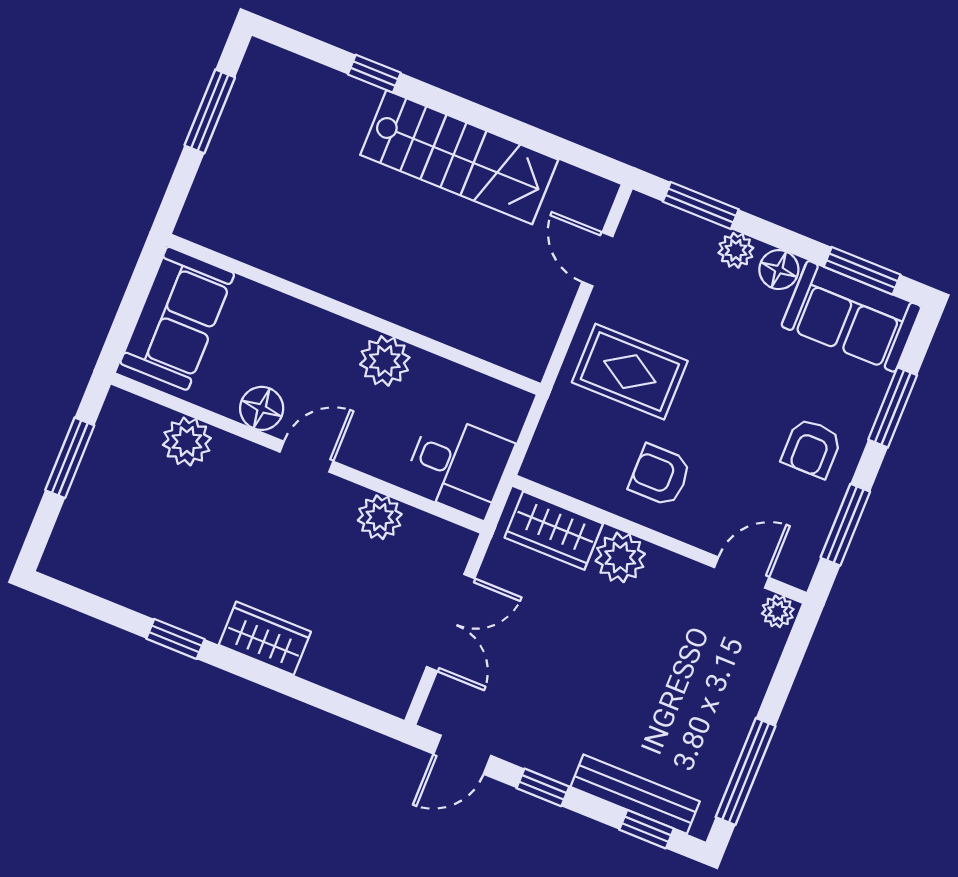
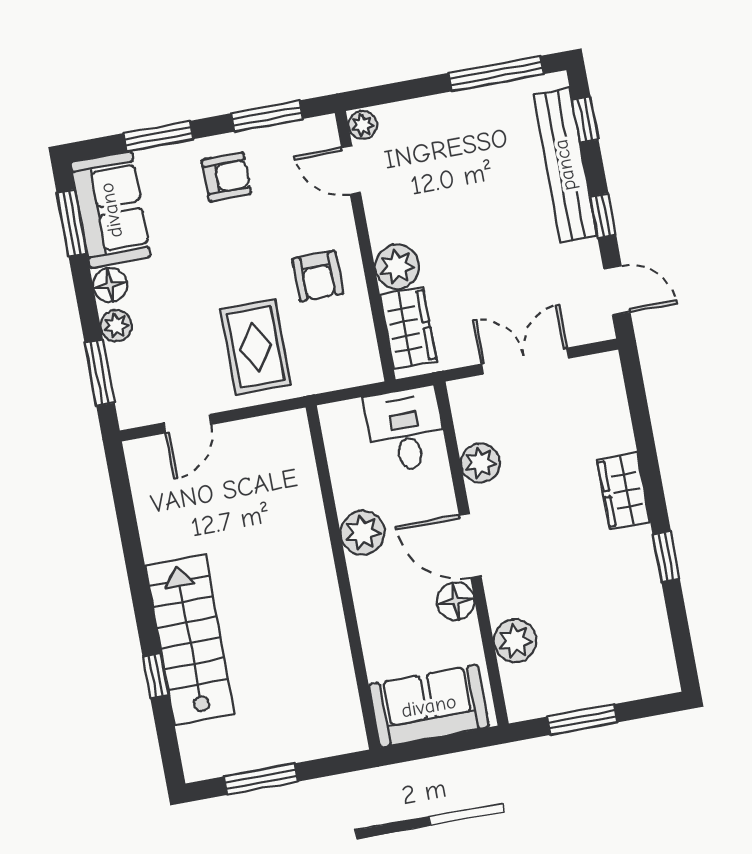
stairs: (459, 157) -> (190, 640), moved
door: (307, 457) -> (470, 545), width x1.38
bench: (635, 794) -> (565, 165), width x1.37, depth x1.21

